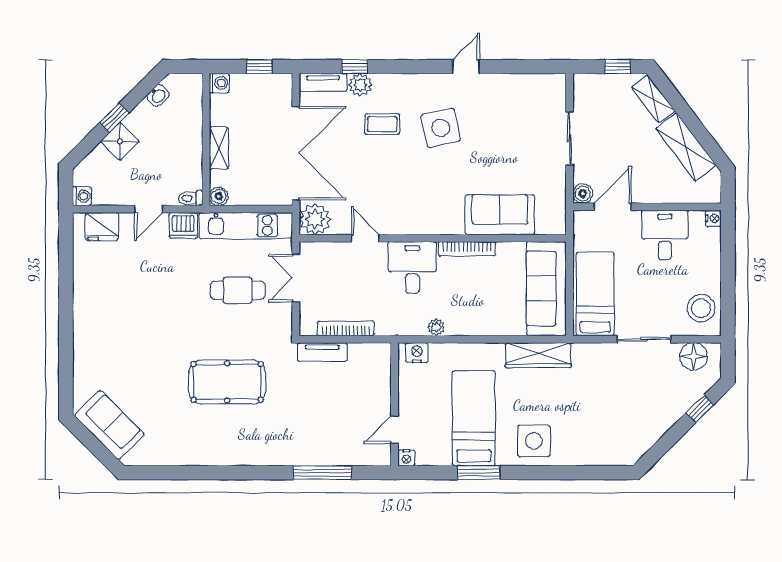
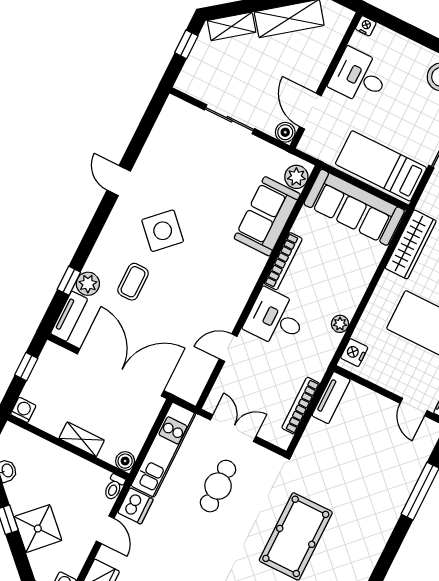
side table: (441, 128) -> (163, 231), turned -32
shower: (120, 141) -> (38, 529), width x1.36, depth x1.36
plant: (315, 219) -> (296, 177), moved, width x0.73, depth x0.73
double door: (296, 278) -> (233, 428), swing flipped
tv unit: (322, 352) -> (331, 398), moved

